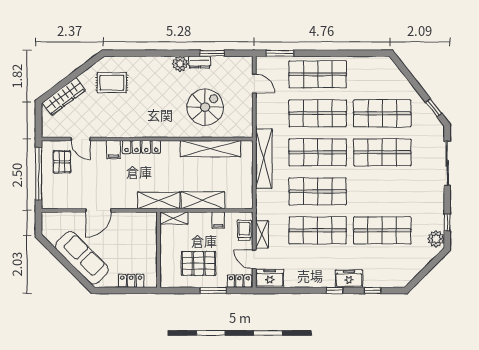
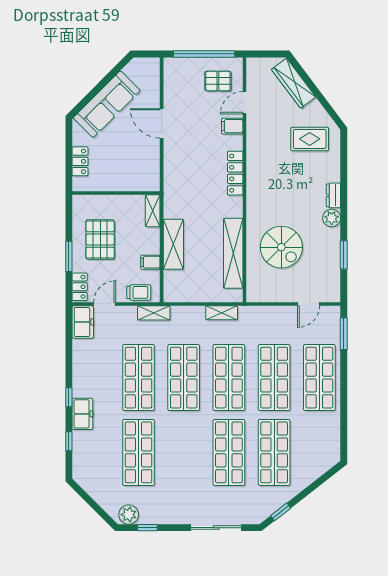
dresser: (200, 62) -> (333, 195), moved
rug: (112, 83) -> (310, 139), turned 90
filing cabinet: (114, 150) -> (232, 126), moved
shelving: (264, 159) -> (222, 313), width x0.45, depth x0.75
shelving: (159, 200) -> (173, 193), removed
shelving: (262, 234) -> (154, 313), moved

